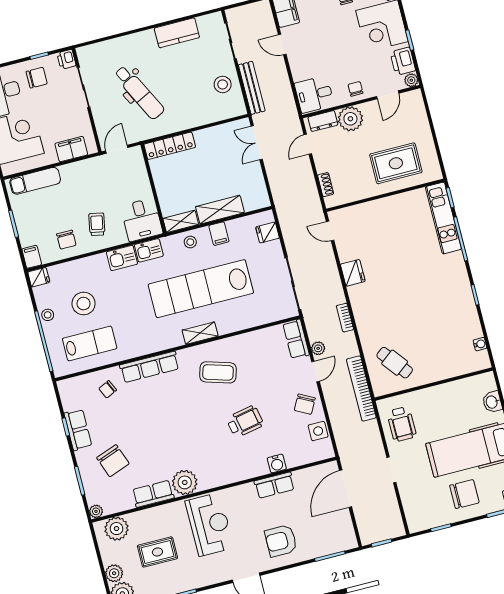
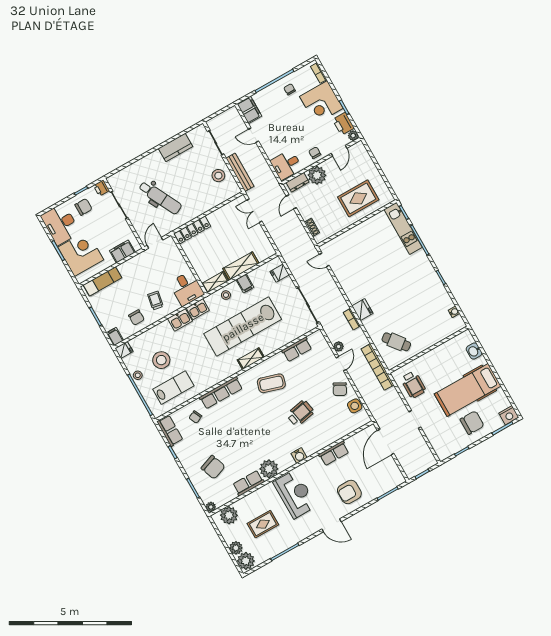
fridge: (353, 273) -> (362, 310), moved
row of seats: (296, 339) -> (297, 349), moved, turned -90
row of seats: (78, 430) -> (170, 431), moved
water cooler: (277, 464) -> (299, 456), moved

